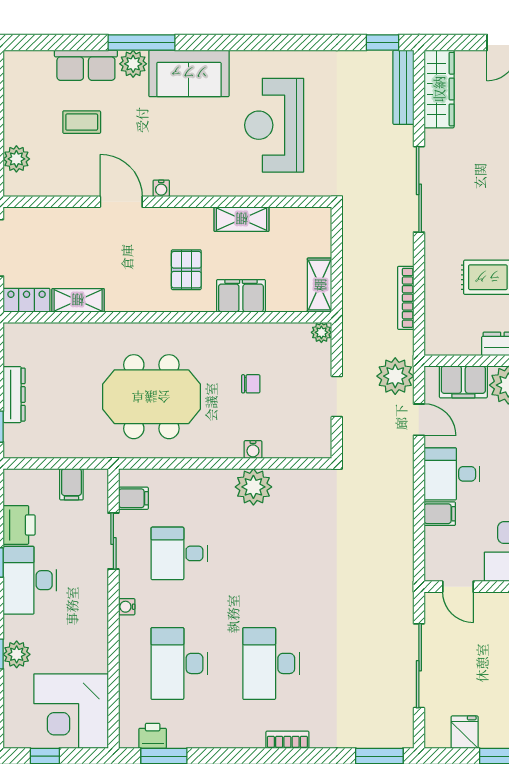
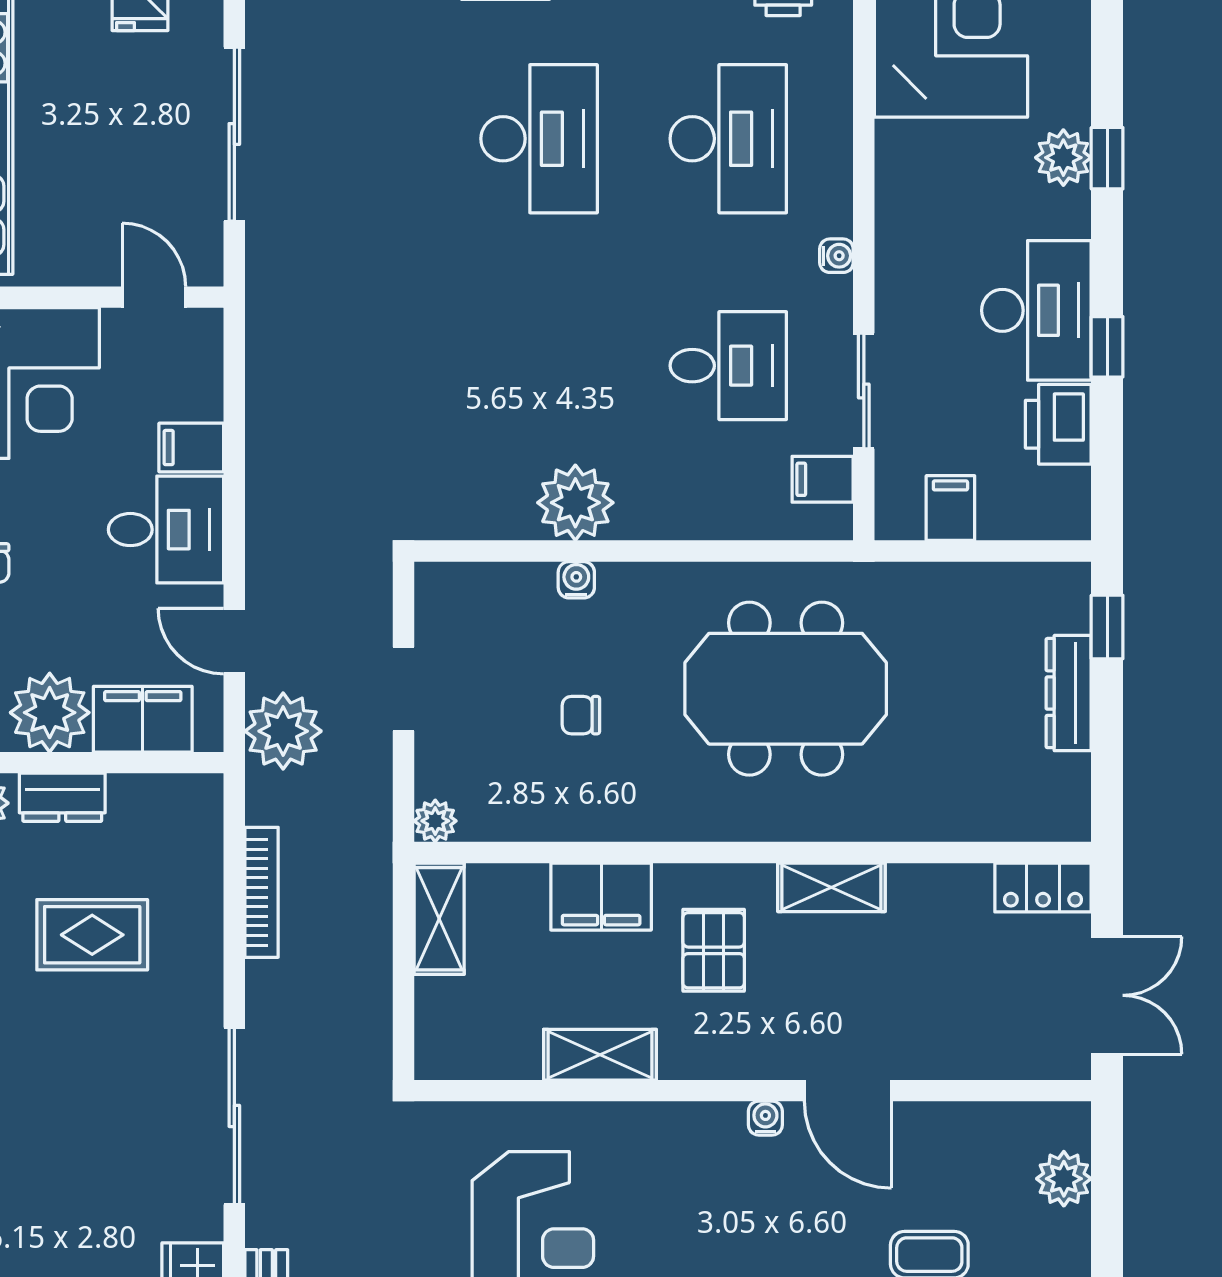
shelving: (78, 300) -> (831, 887), moved

